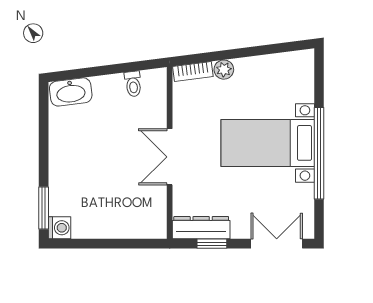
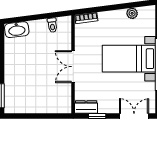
plant: (224, 70) -> (132, 13), moved
washing machine: (60, 228) -> (10, 107), removed
dresser: (201, 228) -> (86, 107), width x0.70

